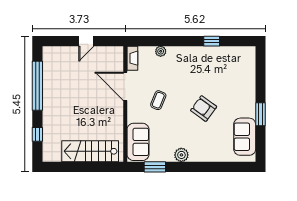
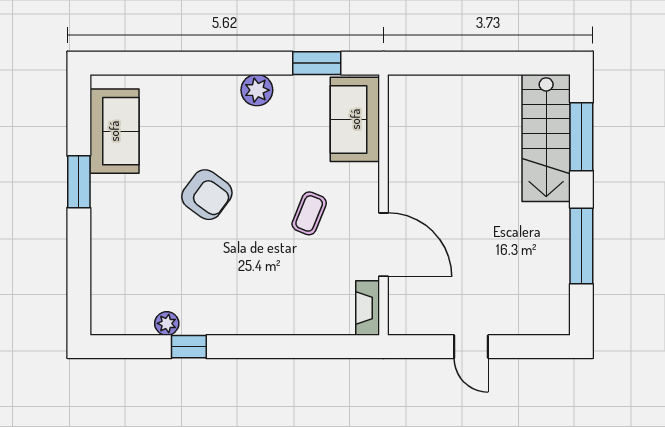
door: (86, 41) -> (471, 347), swing flipped
plant: (161, 51) -> (167, 323), moved
window: (37, 86) -> (581, 246), width x0.68
window: (37, 134) -> (581, 137), width x2.17
stairs: (90, 151) -> (546, 138), moved, turned 90

